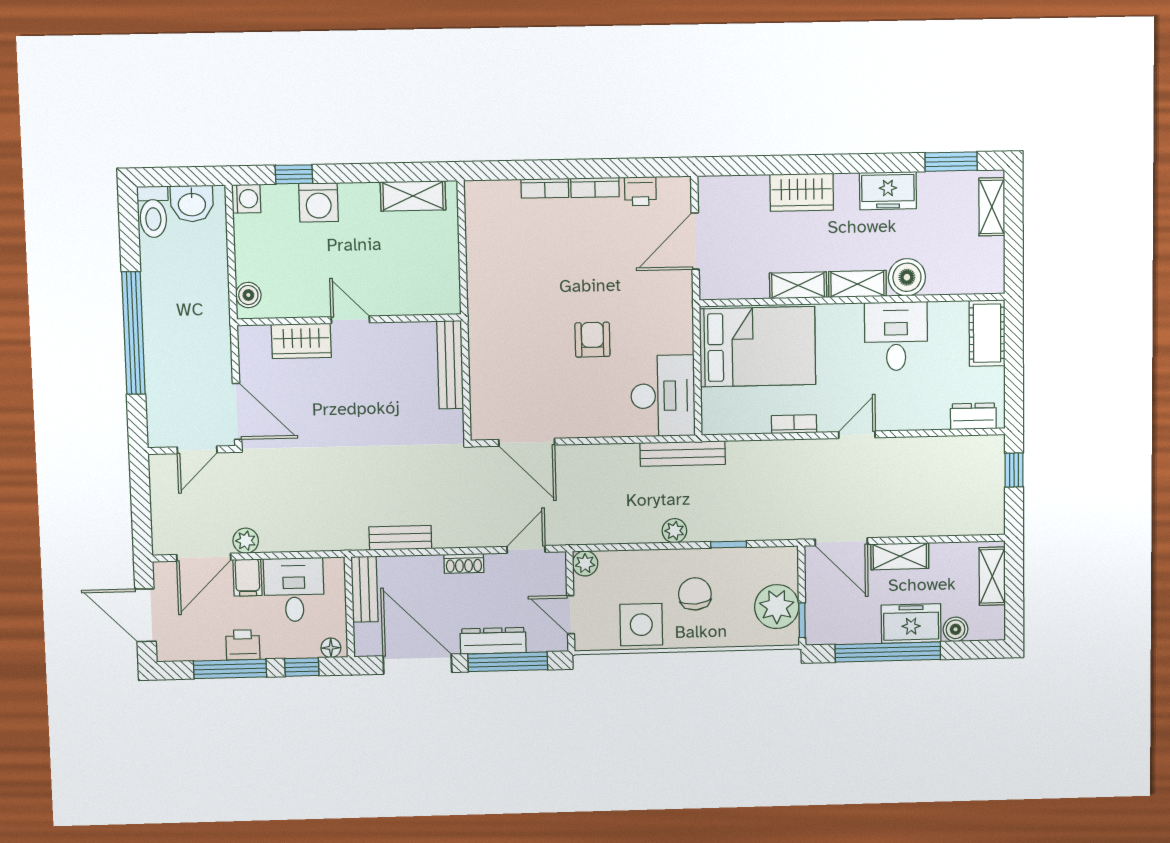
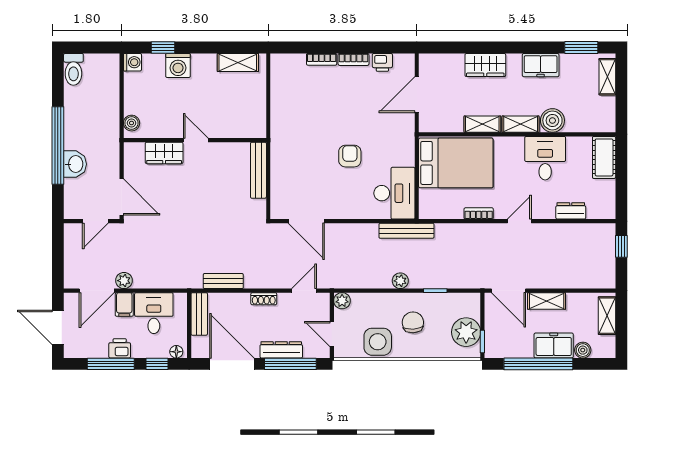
washbasin: (192, 204) -> (75, 164), moved, turned -90
dresser: (973, 416) -> (571, 211), moved

